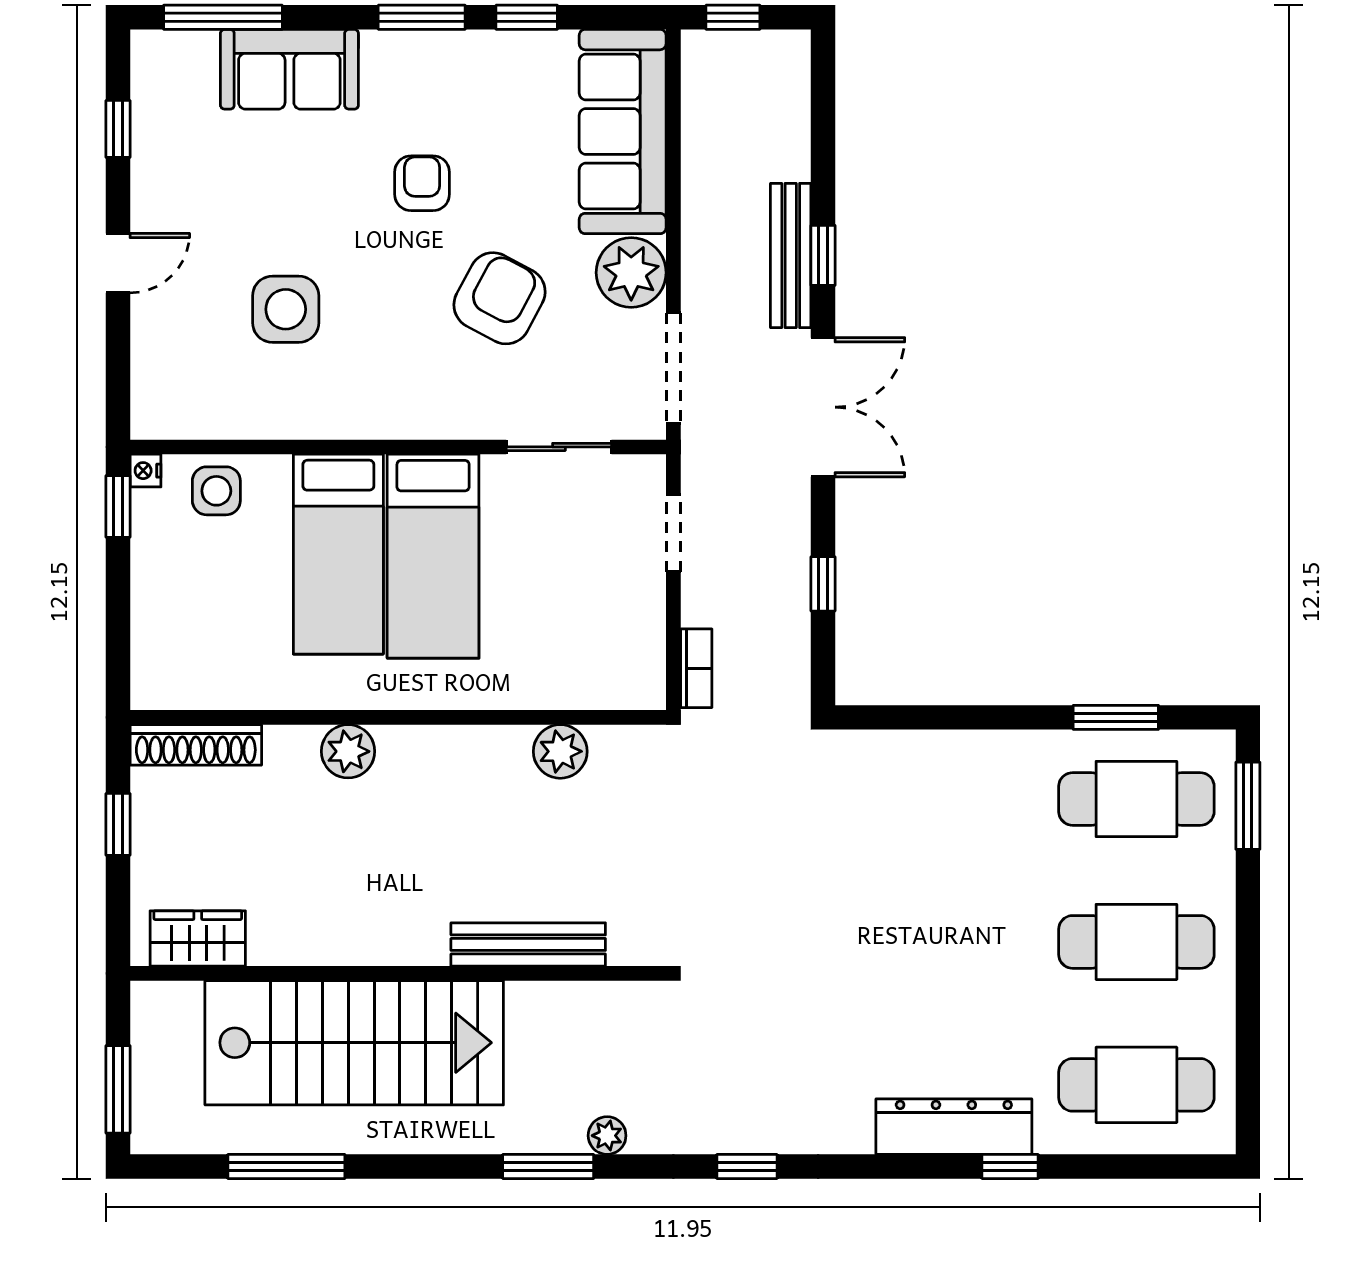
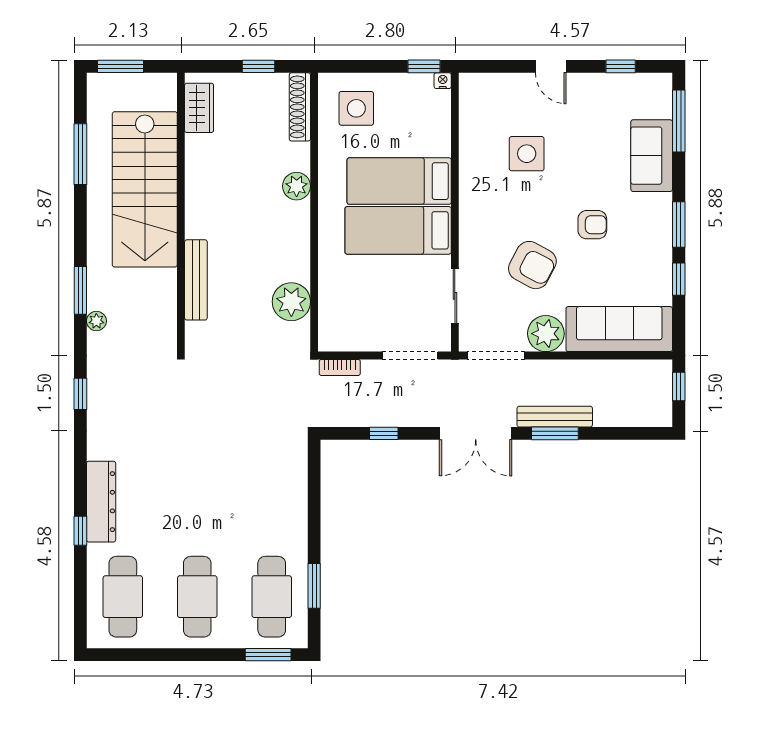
window: (823, 255) -> (555, 433), width x1.50
side table: (216, 491) -> (356, 108), moved, width x1.37, depth x1.37
doorway: (673, 533) -> (410, 355), width x1.38
plant: (560, 751) -> (291, 302), width x1.36, depth x1.36

